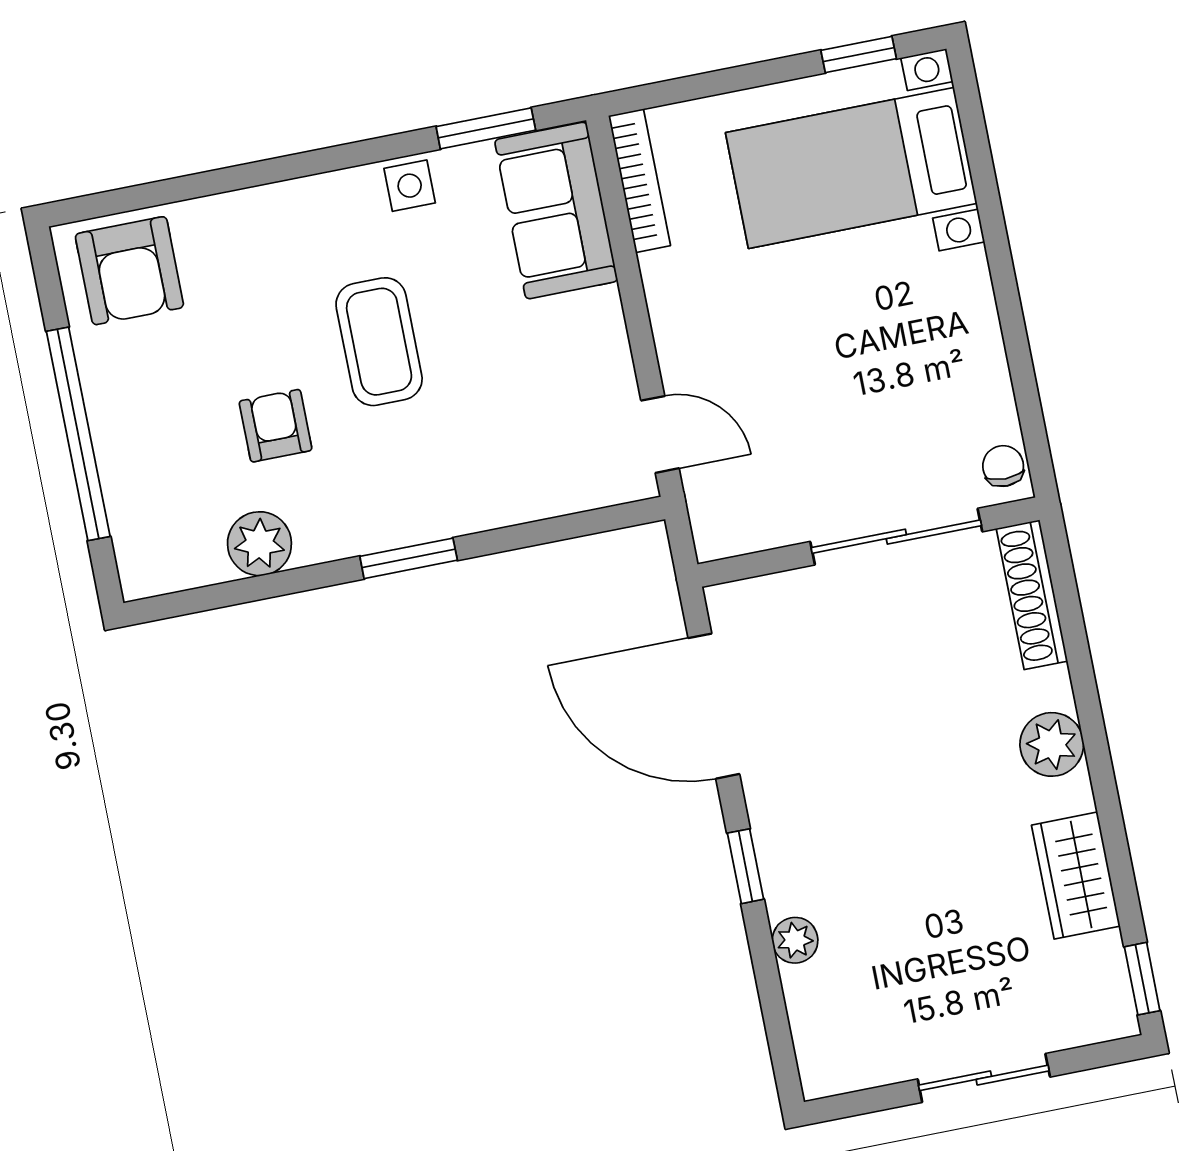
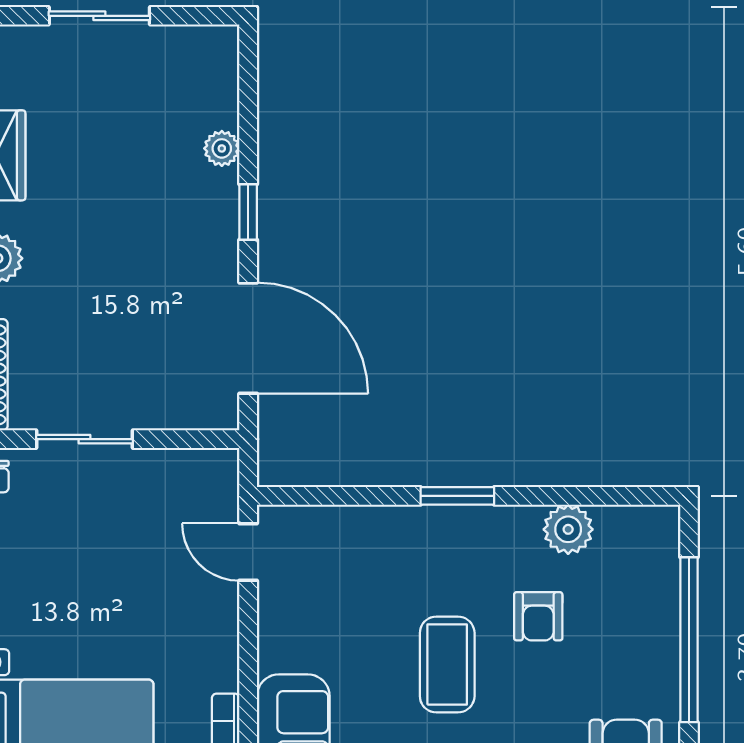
sliding door: (896, 537) -> (84, 439), width x0.73

